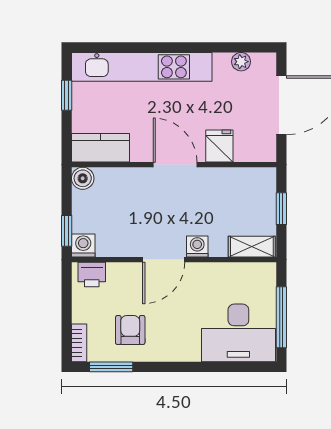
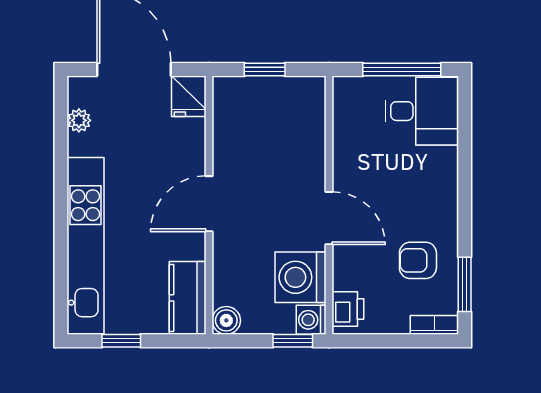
fridge: (219, 146) -> (189, 96), moved, turned -90
washing machine: (197, 246) -> (300, 277), moved, width x1.89, depth x1.89
shelving: (252, 247) -> (313, 107), removed
desk: (238, 333) -> (422, 111), width x0.73

